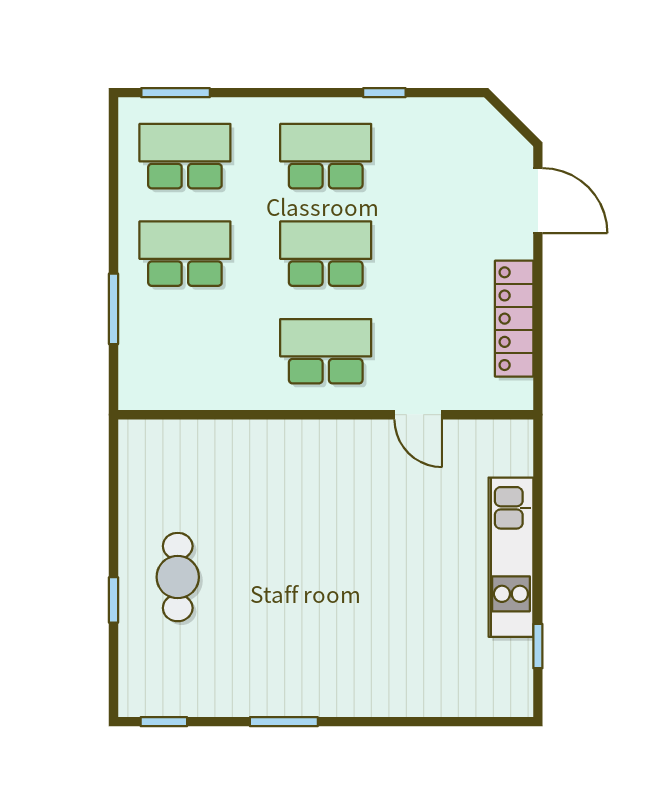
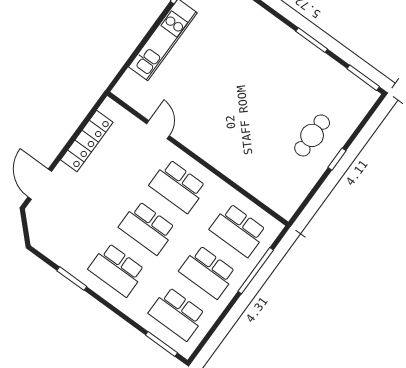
window: (384, 93) -> (72, 279), width x1.50
window: (113, 309) -> (256, 271), width x1.44
school desk: (185, 351) -> (238, 230), added
window: (113, 600) -> (337, 159), moved
window: (164, 722) -> (363, 78), width x1.50

